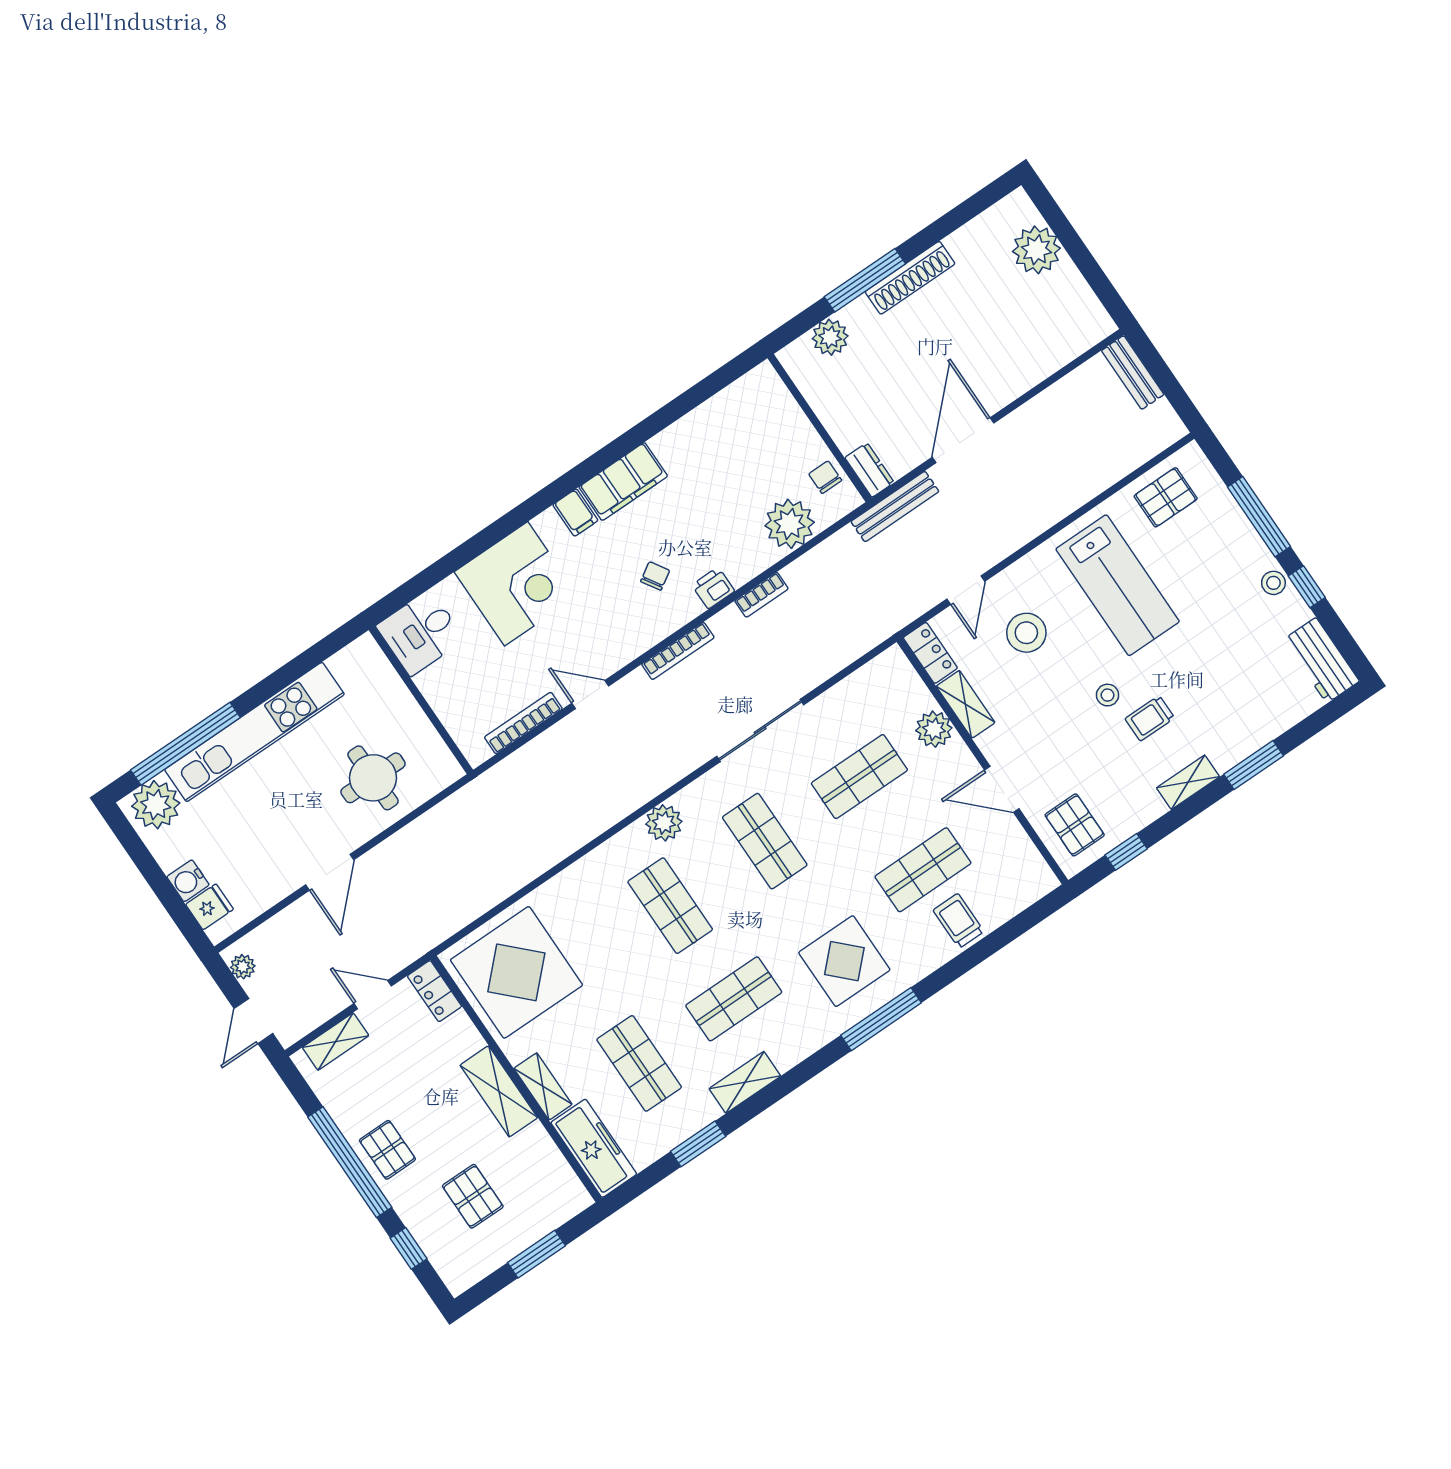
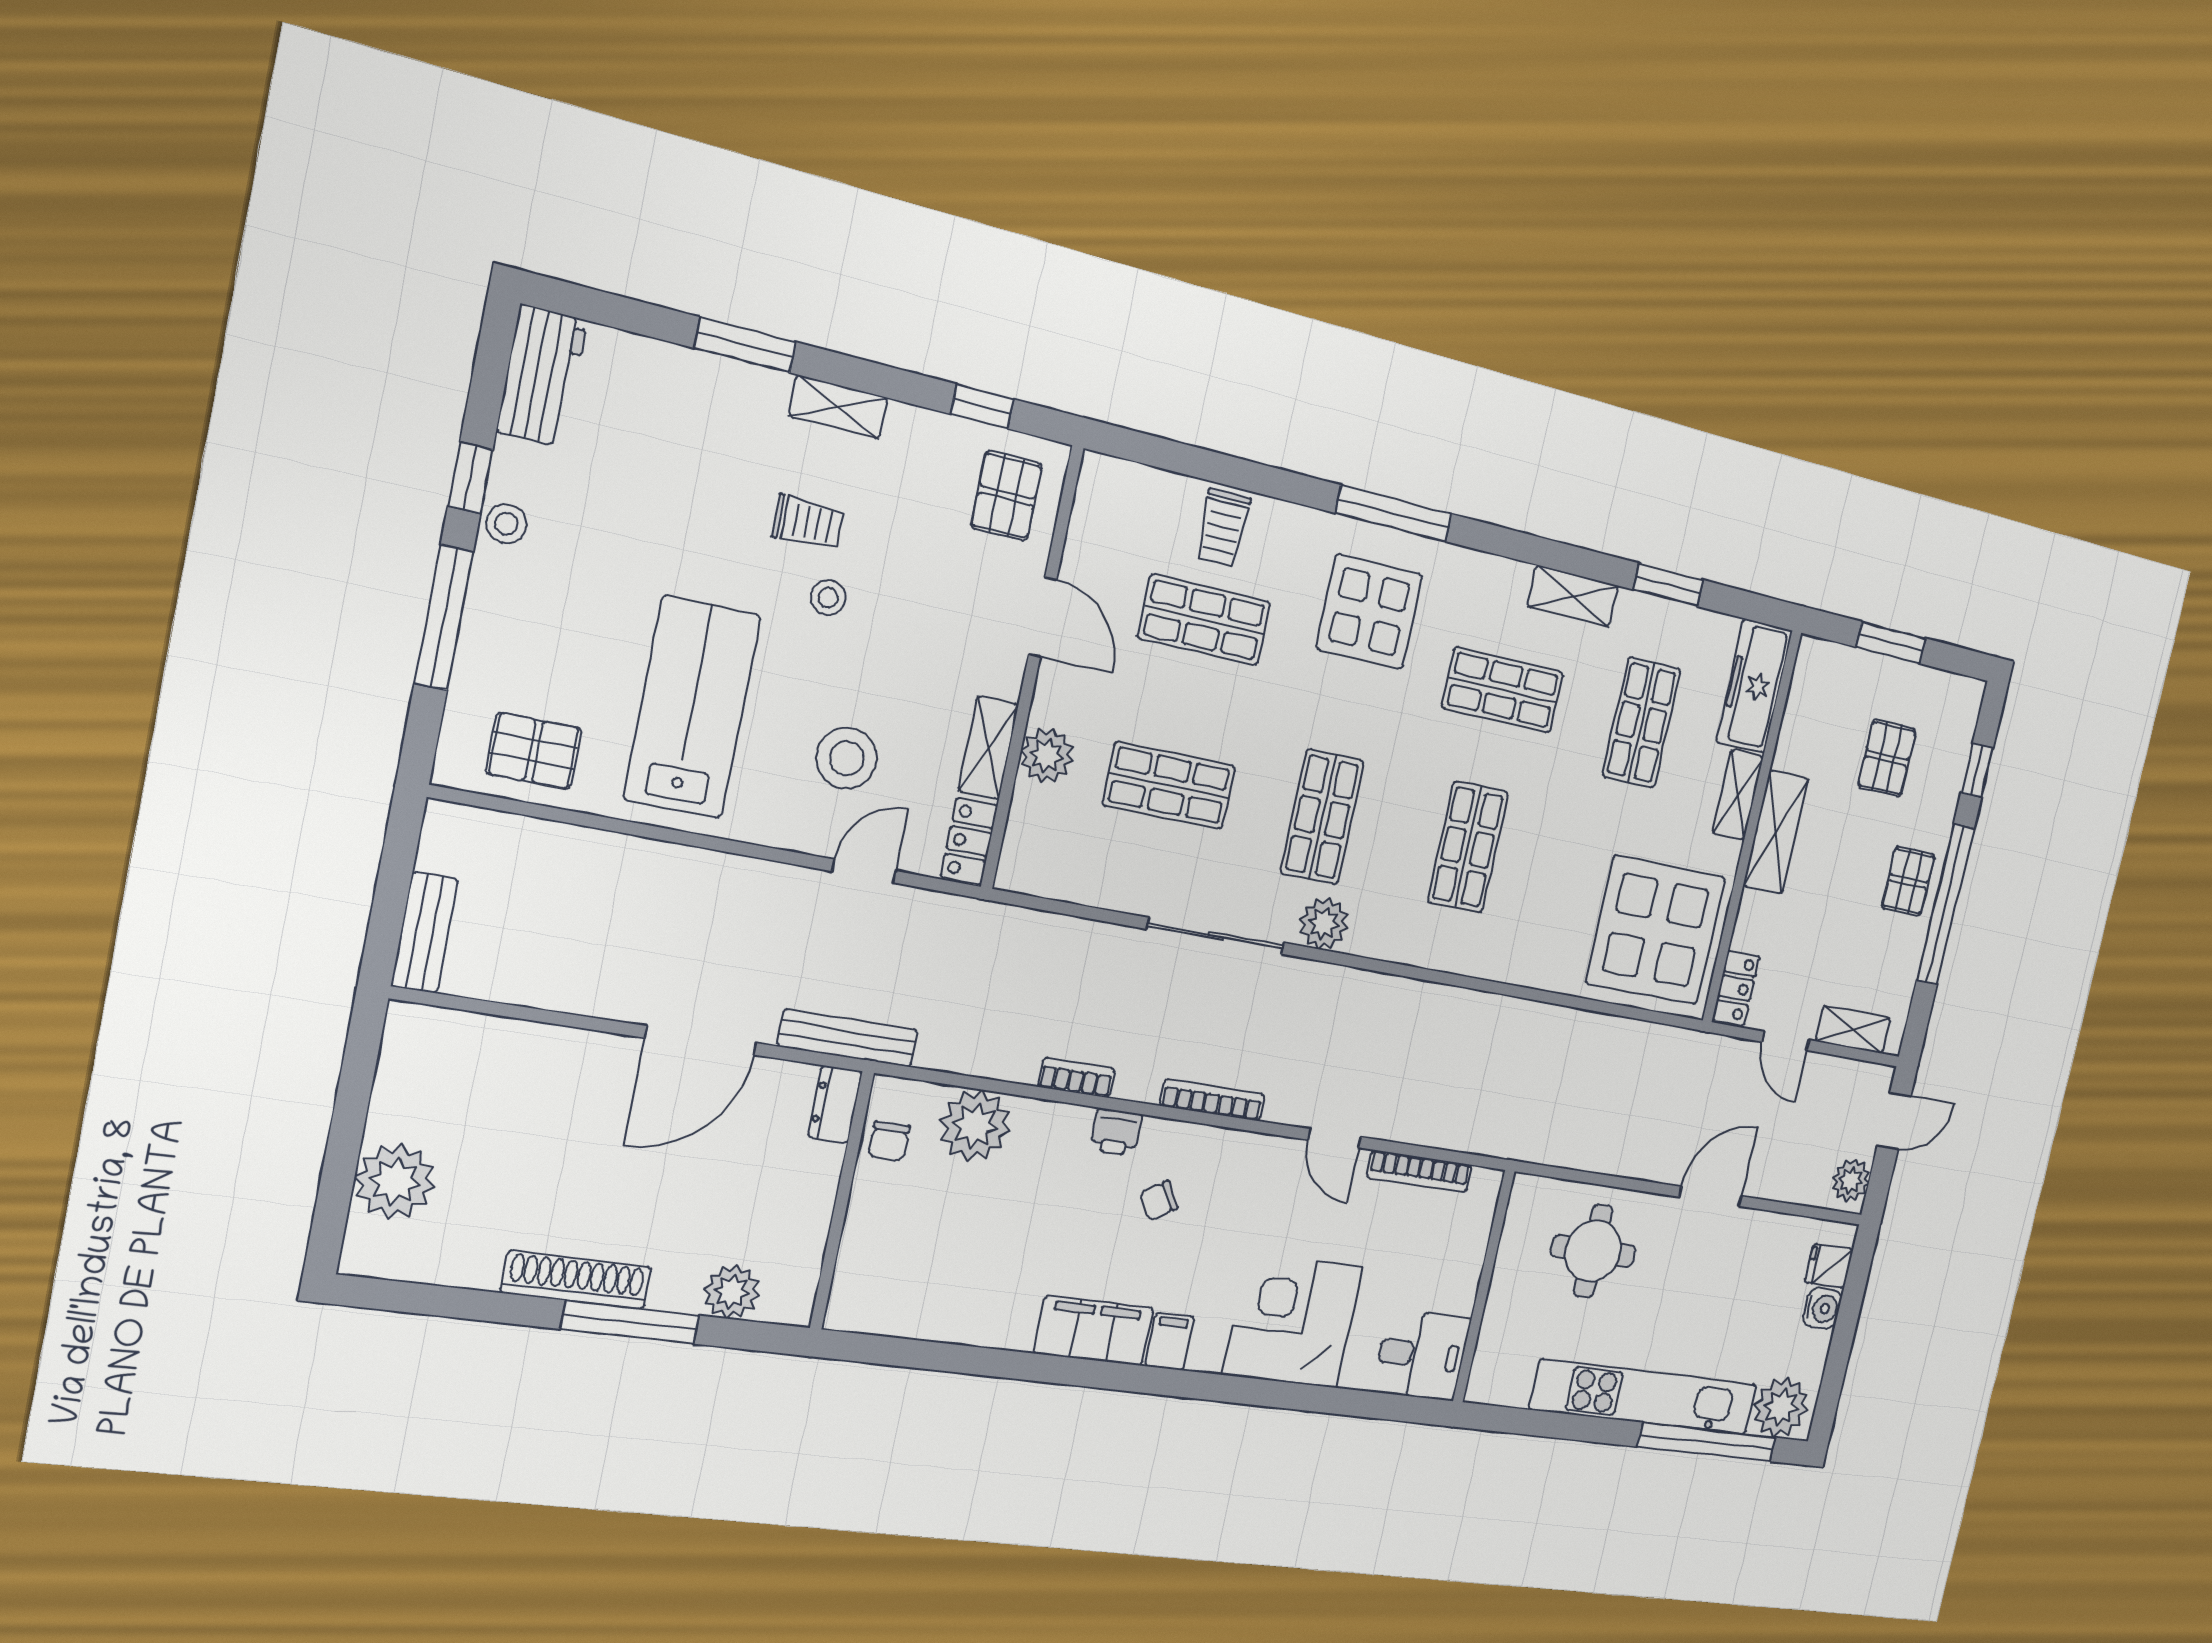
plant: (664, 823) -> (1324, 924), moved
plant: (243, 967) -> (1851, 1180), width x1.38, depth x1.38

